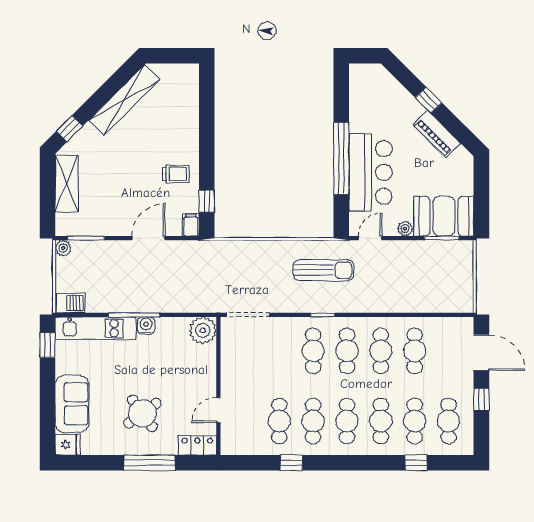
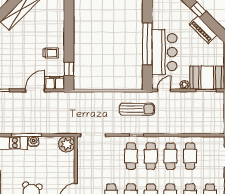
filing cabinet: (191, 225) -> (55, 83), width x2.00

